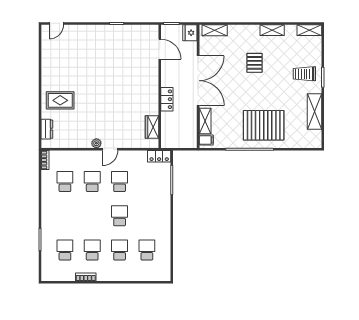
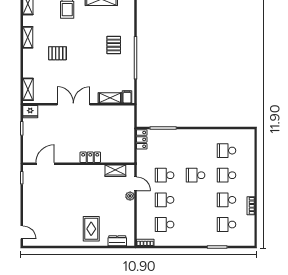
door: (160, 49) -> (45, 164), moved
double door: (198, 81) -> (73, 104), width x0.73
wall: (160, 86) -> (79, 164), moved
locker: (167, 99) -> (90, 157), moved
pallet: (264, 125) -> (114, 45), width x0.49, depth x0.50
wardrobe: (152, 127) -> (115, 171), moved

